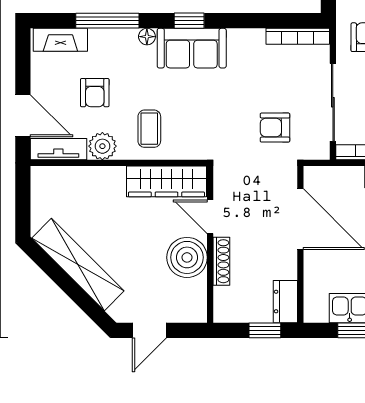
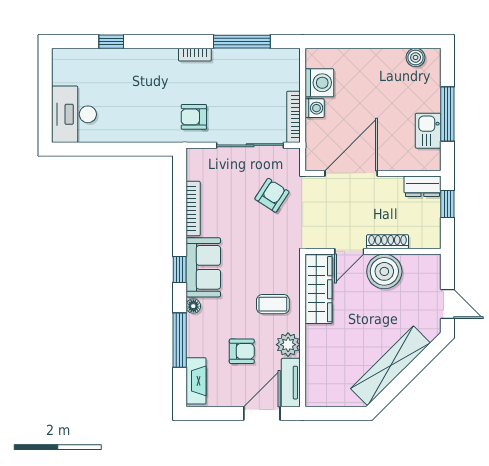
bookcase: (298, 36) -> (193, 208), moved
armchair: (275, 128) -> (272, 195), turned -147

